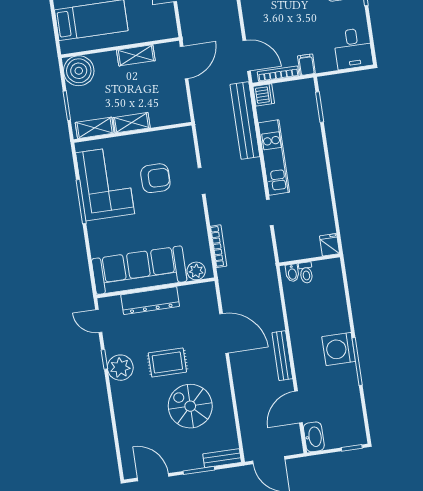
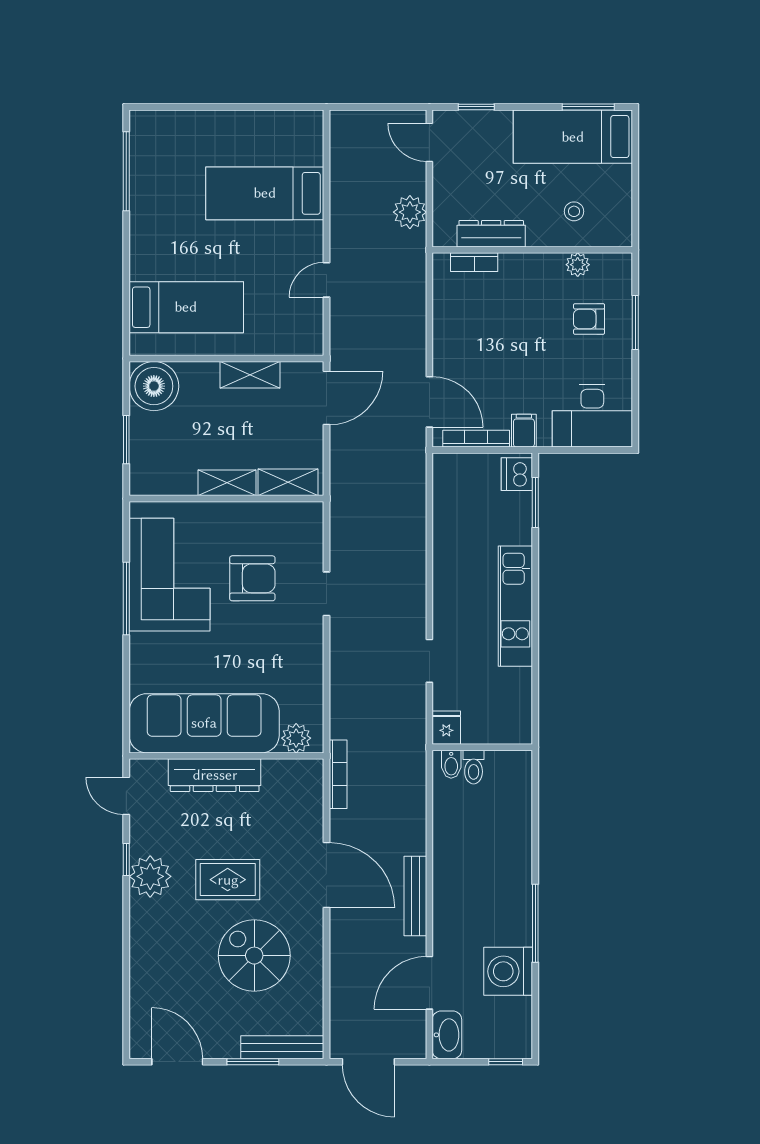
desk: (353, 49) -> (592, 416), width x1.37
dishwasher: (264, 95) -> (517, 474), moved, turned 180
bench: (245, 121) -> (411, 506), removed
shelving: (95, 128) -> (288, 482), moved
kitchen unit: (274, 158) -> (515, 606), moved, turned 180
fridge: (329, 245) -> (446, 728), moved
bookcase: (218, 246) -> (338, 774), moved
door: (224, 333) -> (326, 875), moved
washing machine: (339, 349) -> (508, 971), moved
bench: (222, 458) -> (282, 1047), width x1.36

